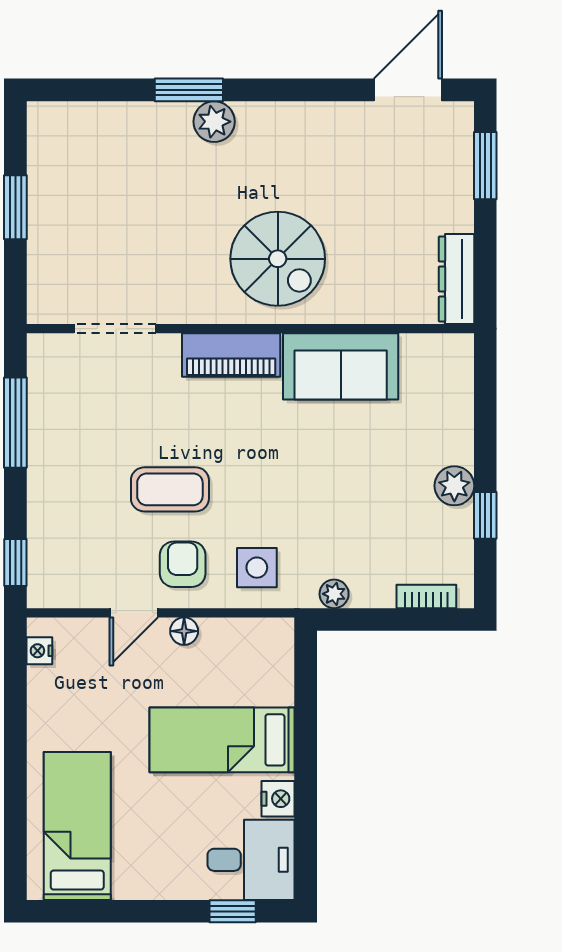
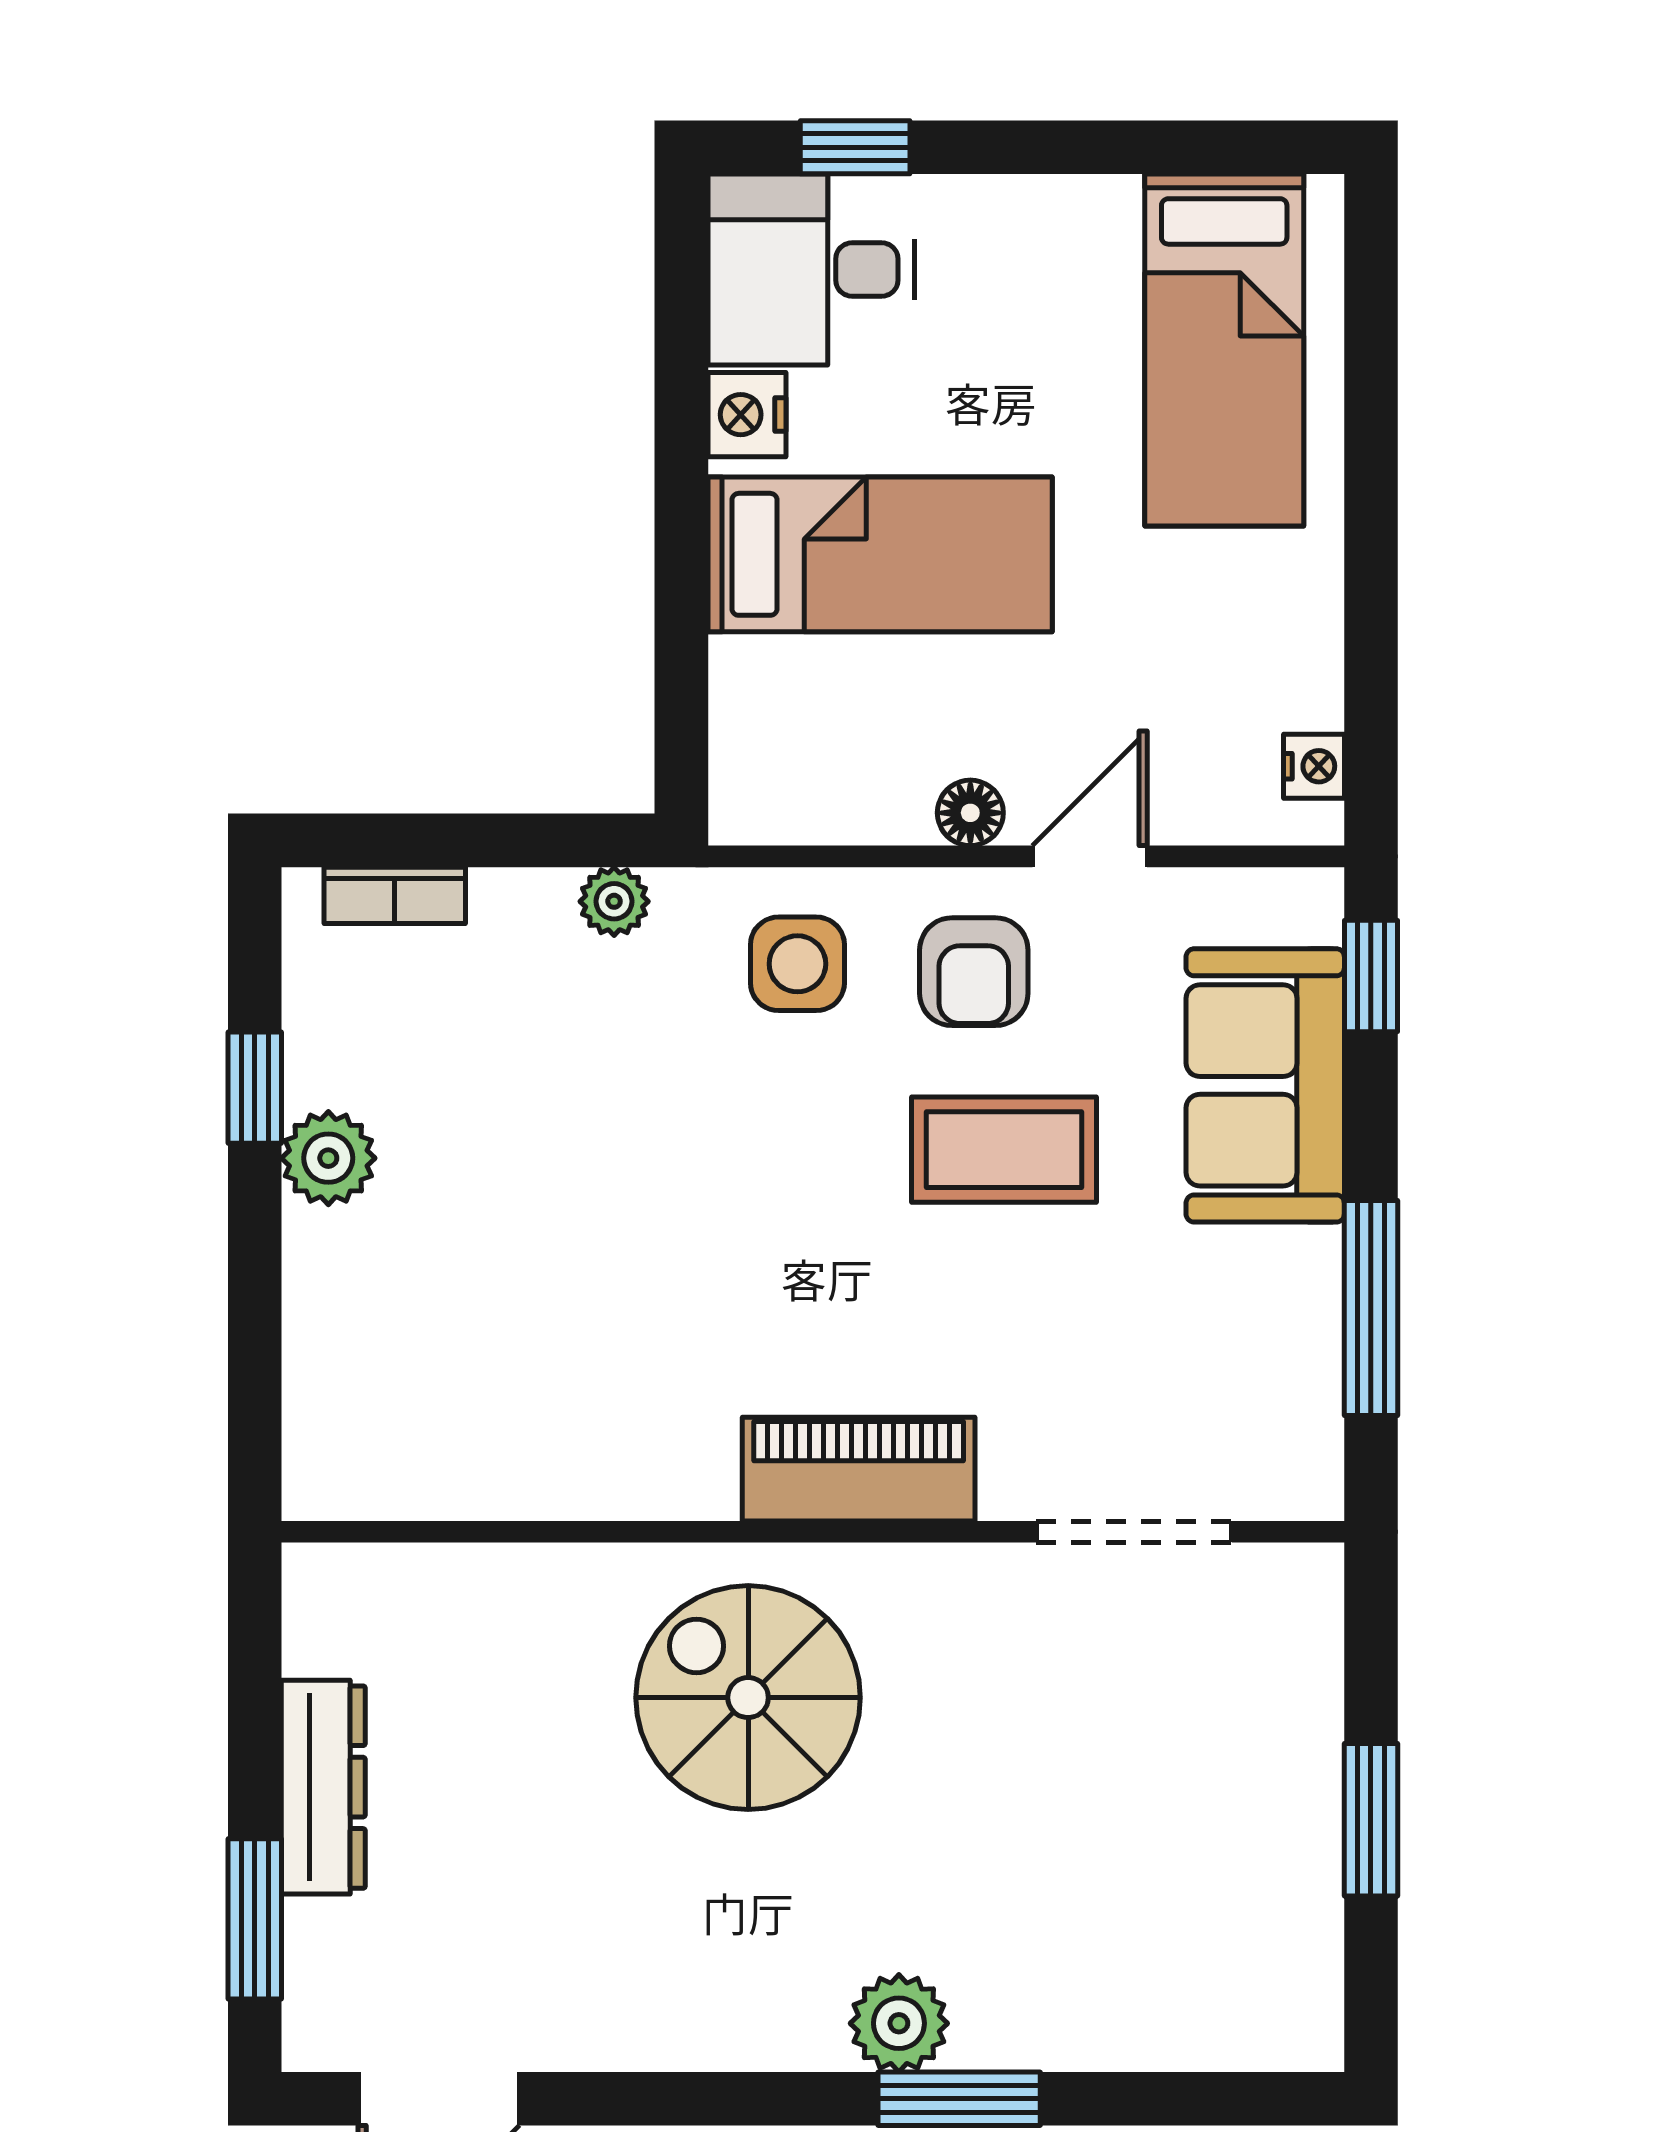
dresser: (456, 279) -> (323, 1787), moved
sofa: (341, 366) -> (1265, 1085), moved, turned -90

